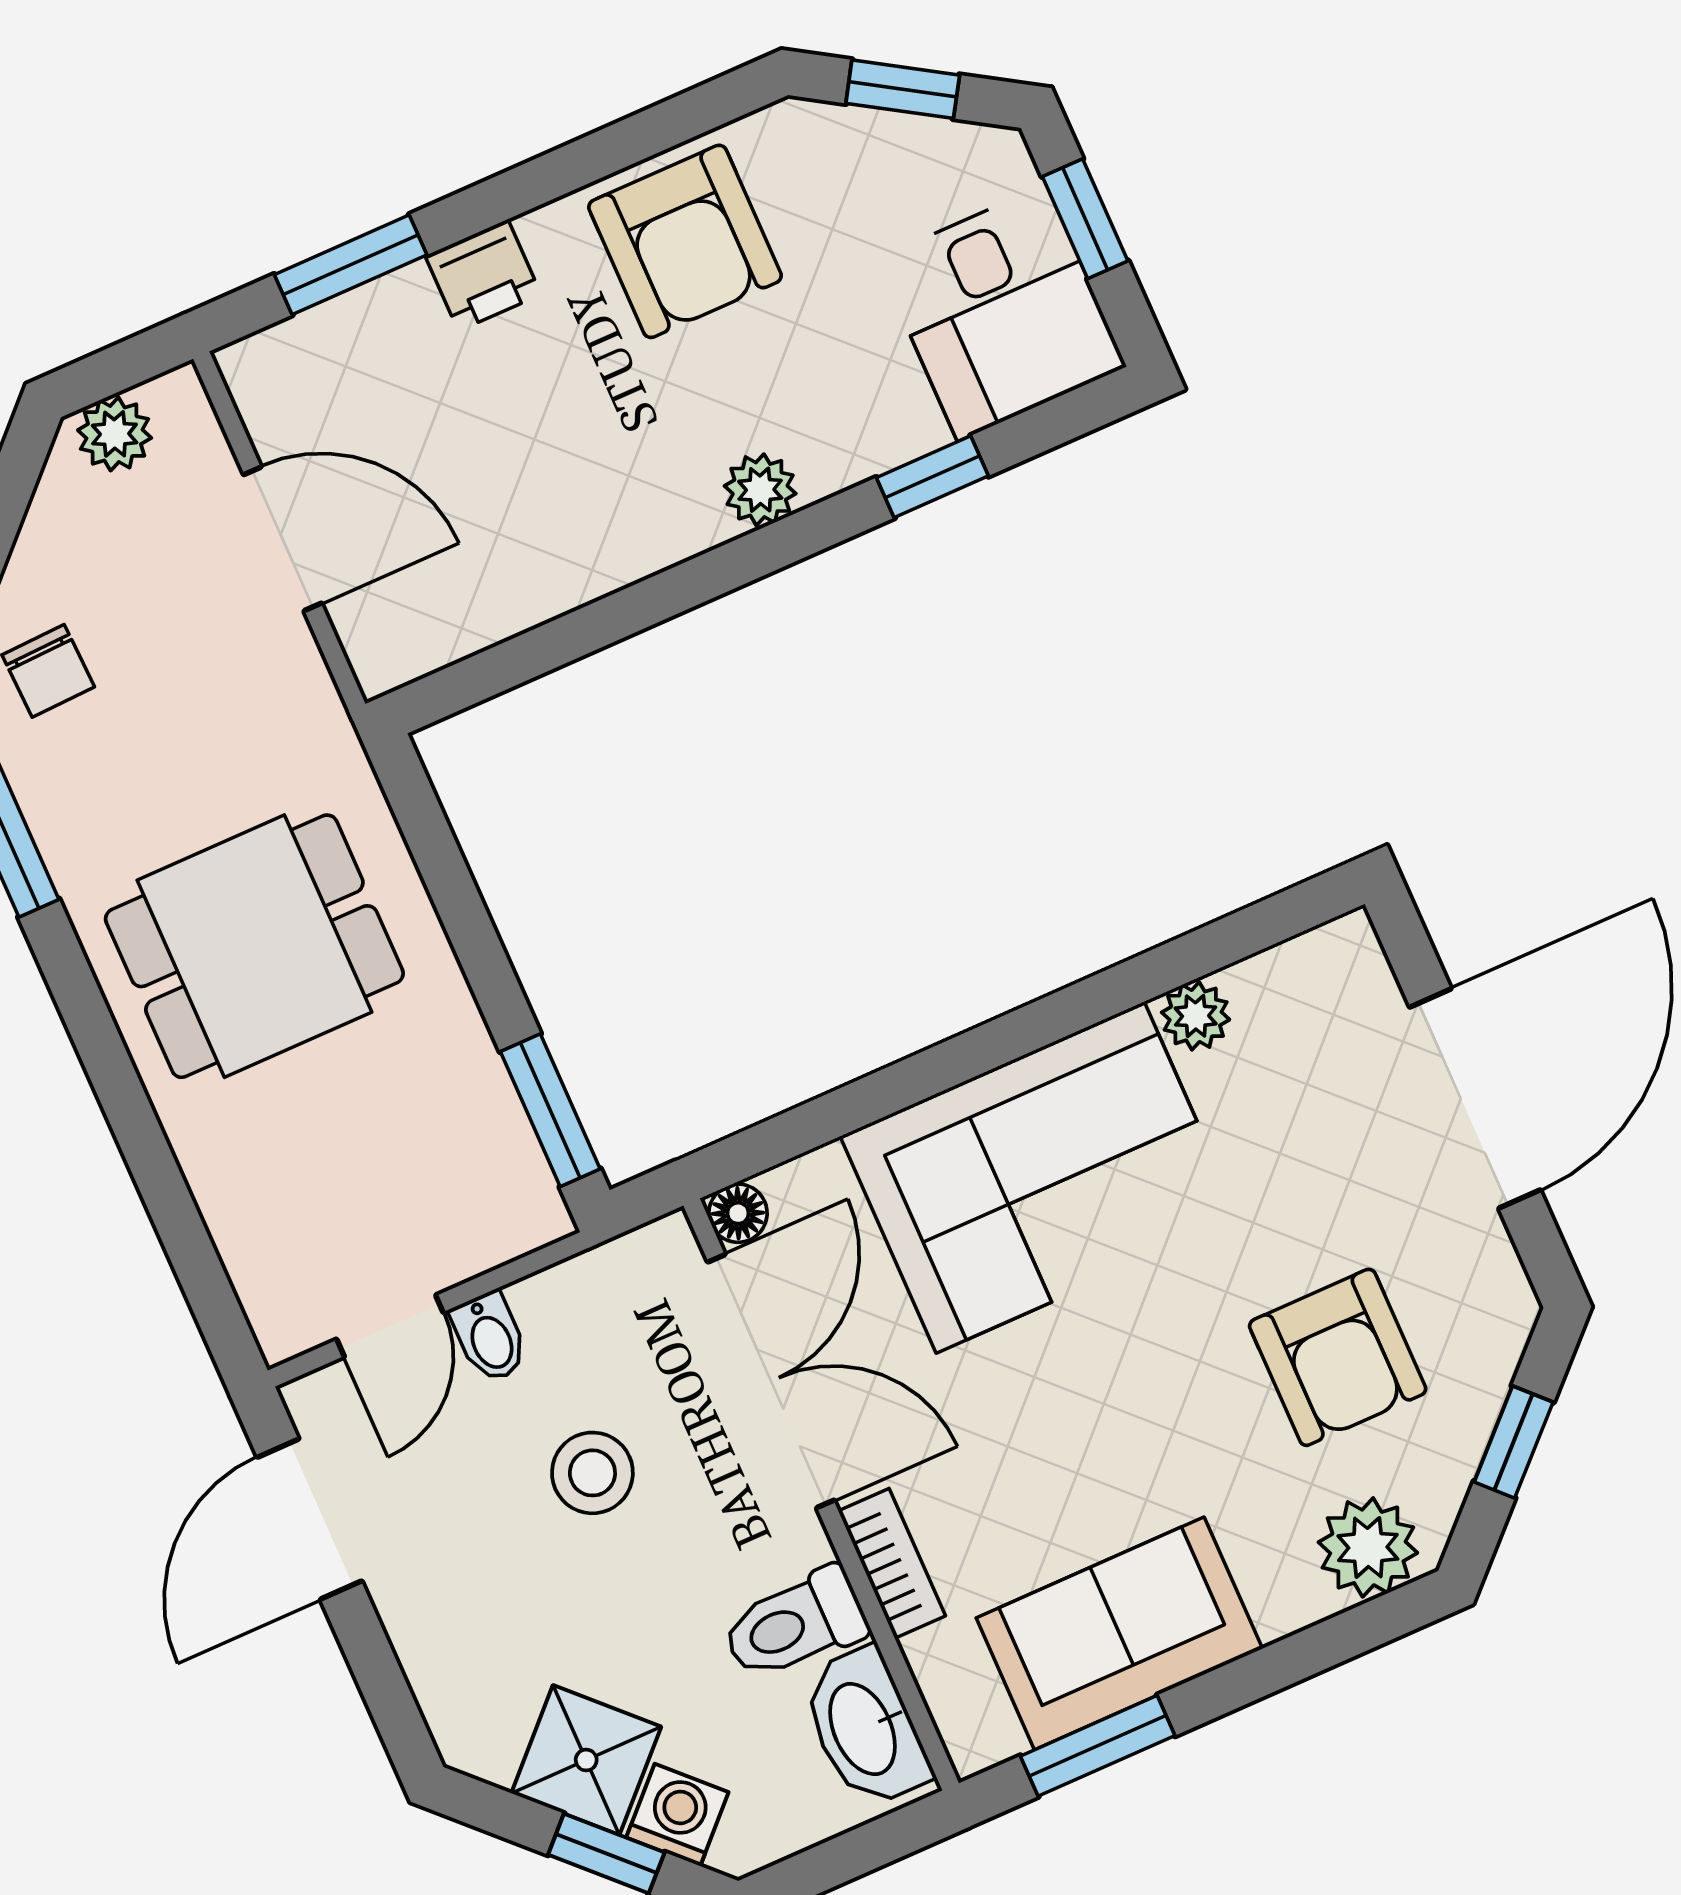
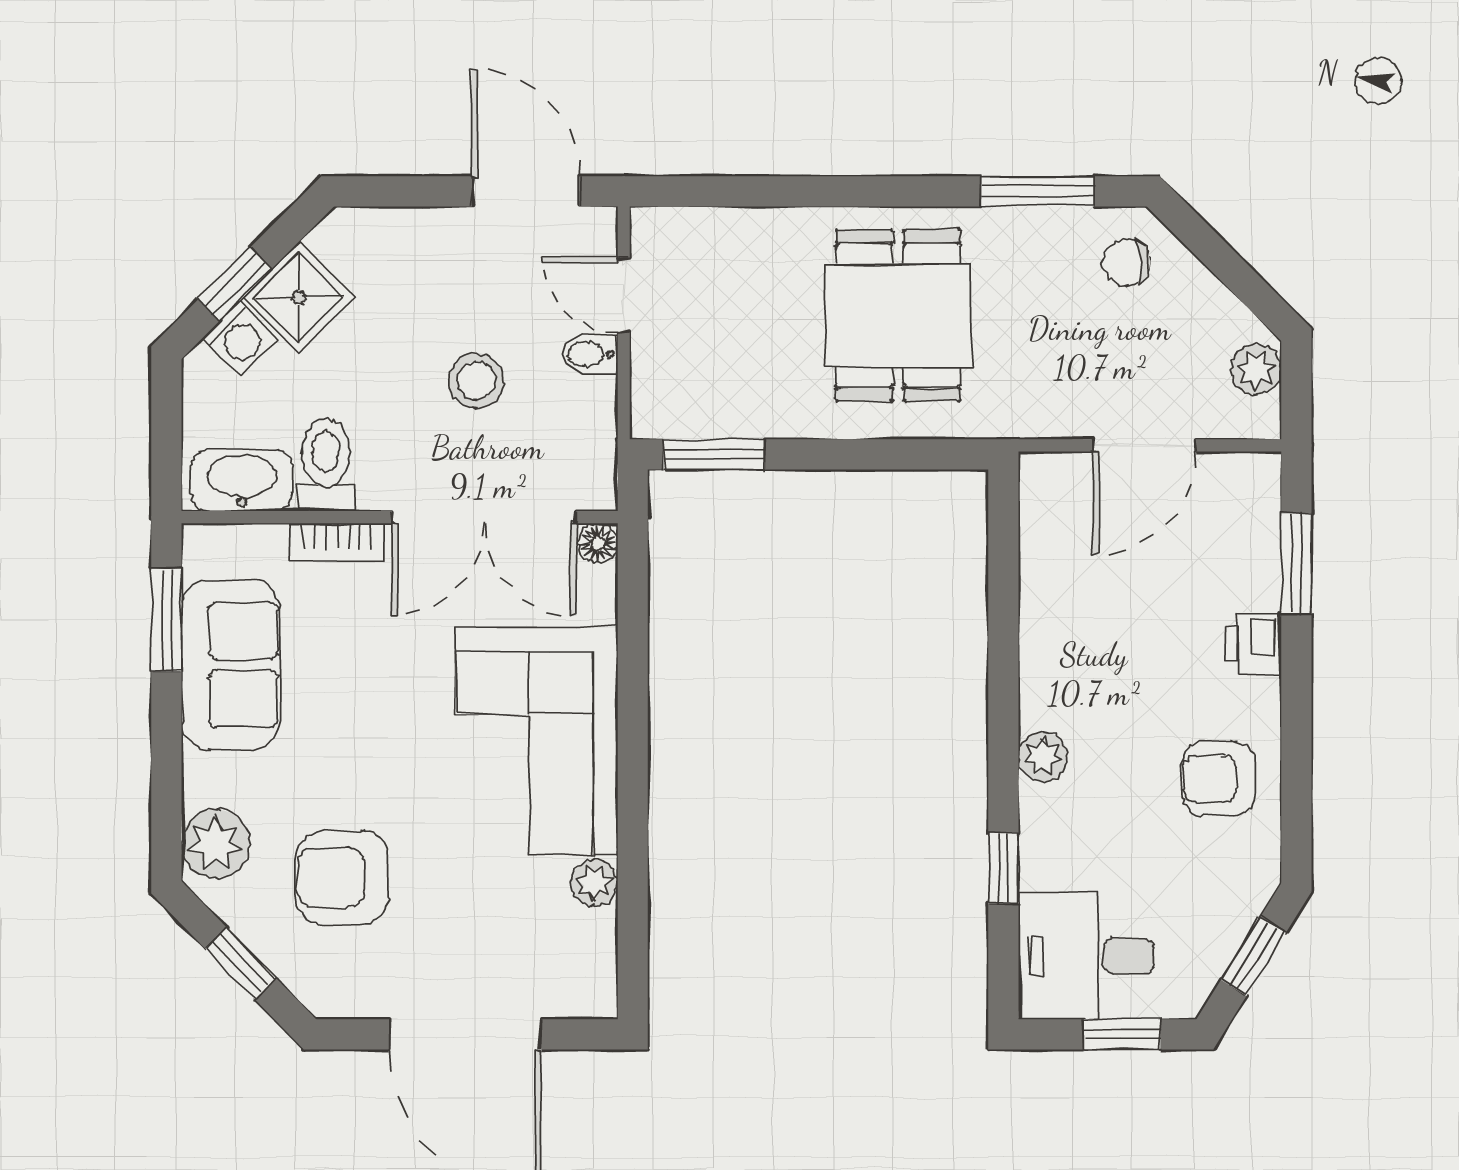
armchair: (685, 241) -> (1219, 779), width x0.72, depth x0.72

